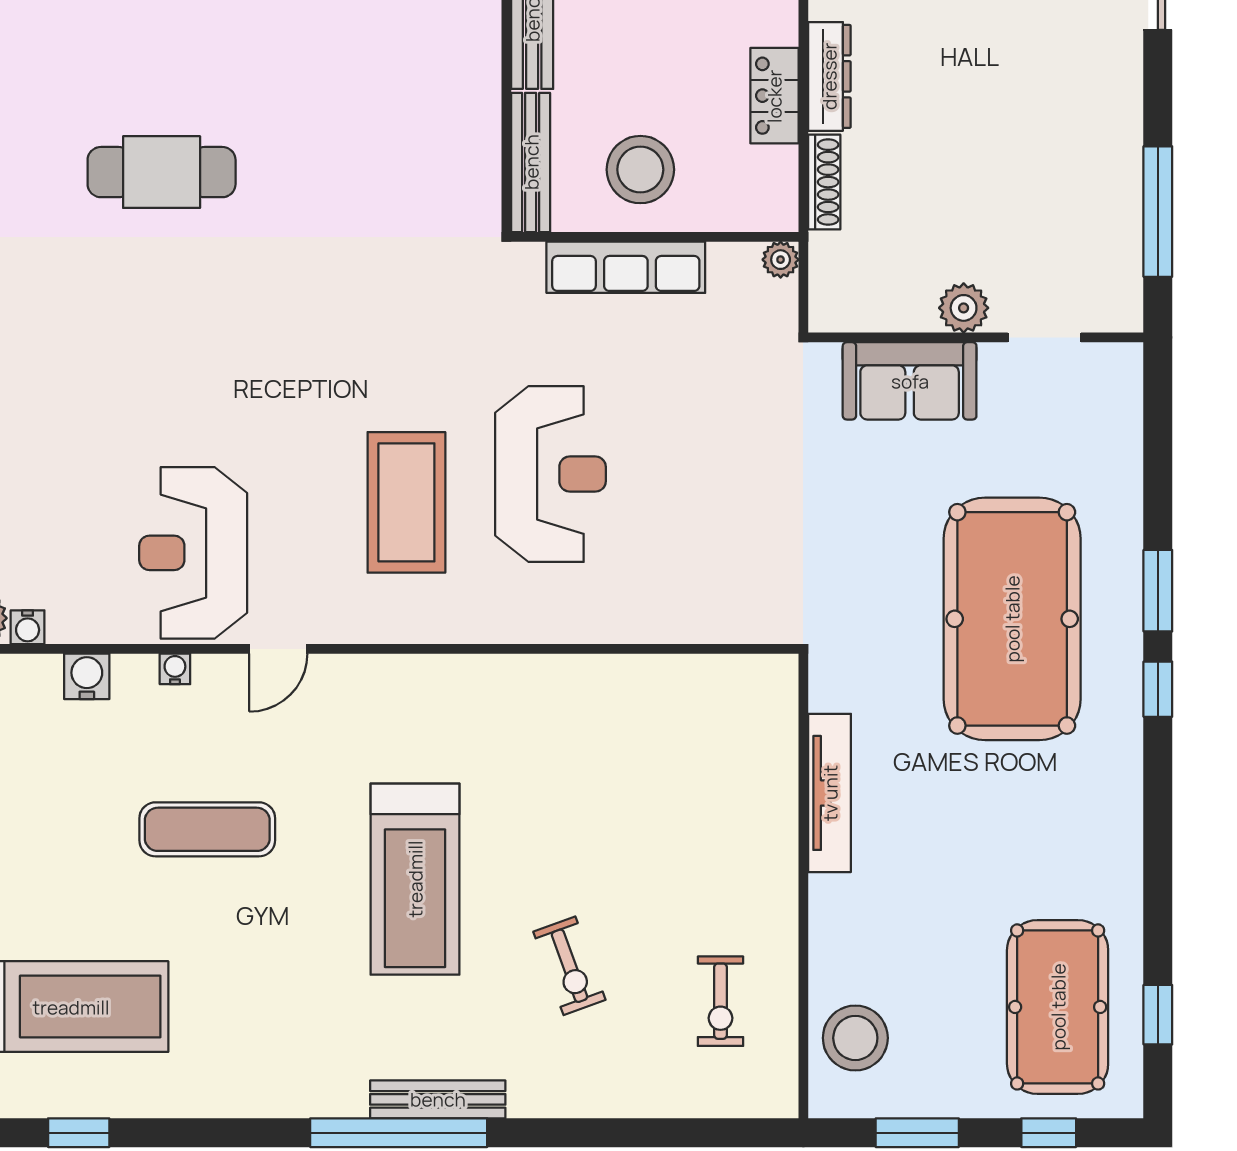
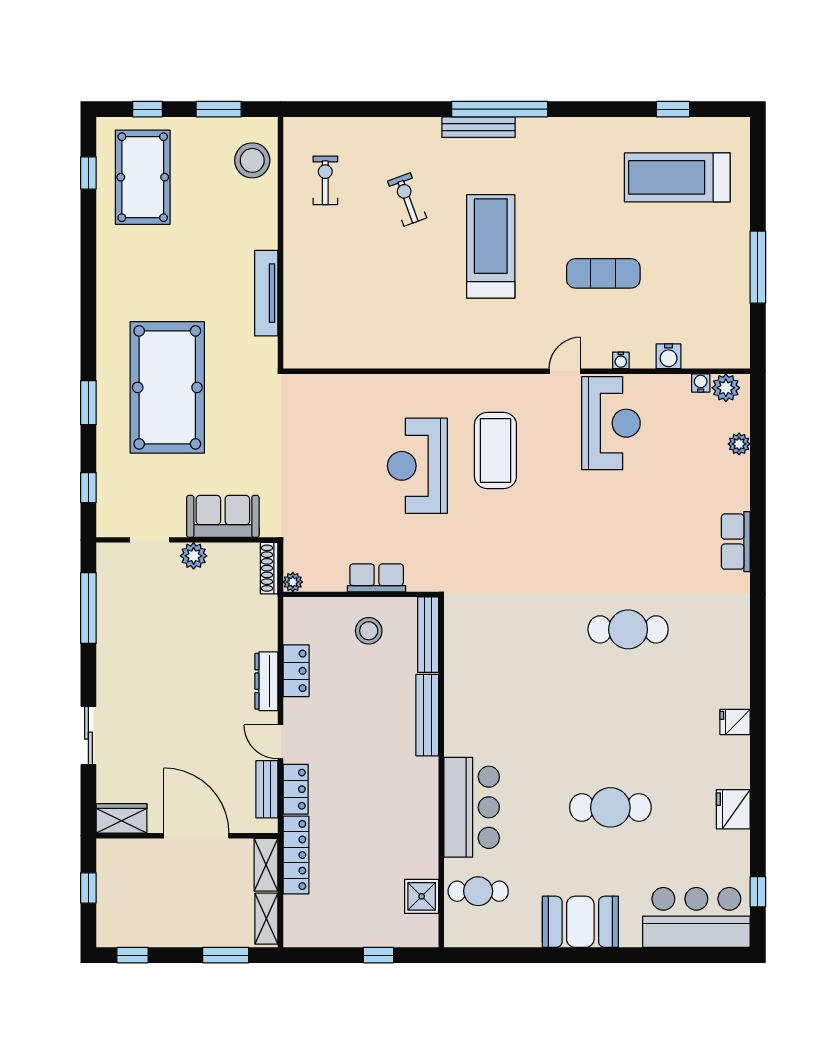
stool: (640, 170) -> (369, 631), width x0.73, depth x0.73
shoe rack: (824, 182) -> (269, 568), moved
row of seats: (626, 267) -> (377, 578), width x0.68
window: (1158, 689) -> (88, 488), moved

